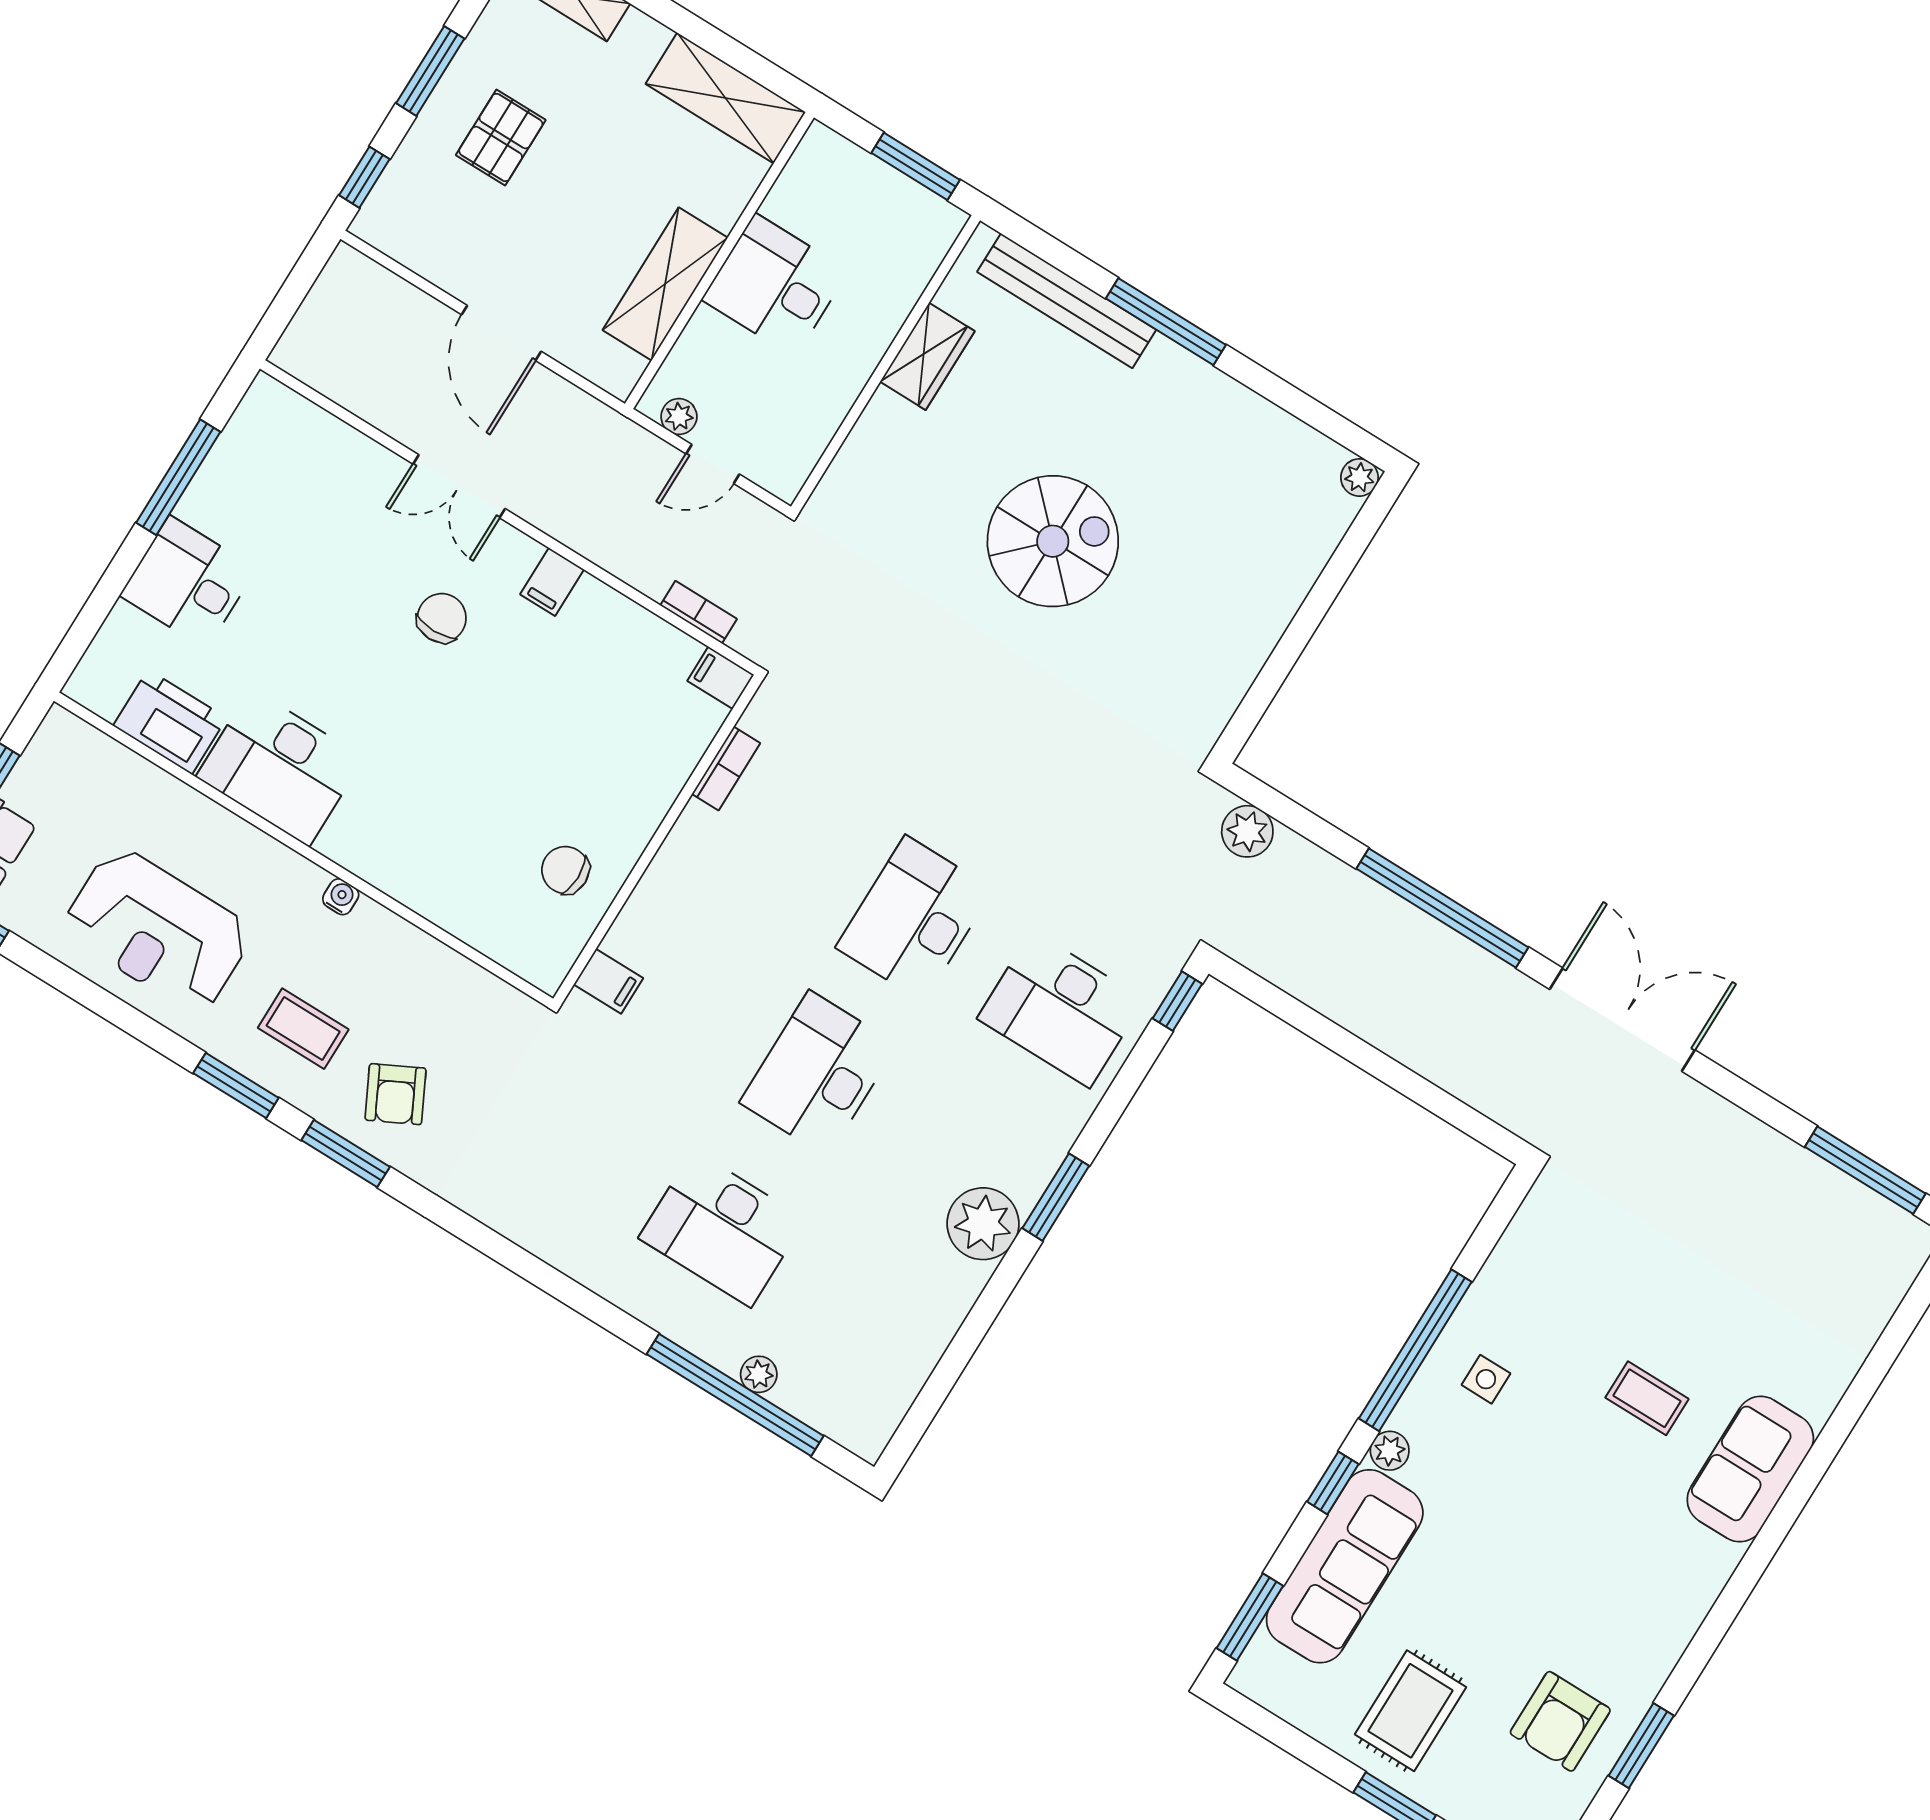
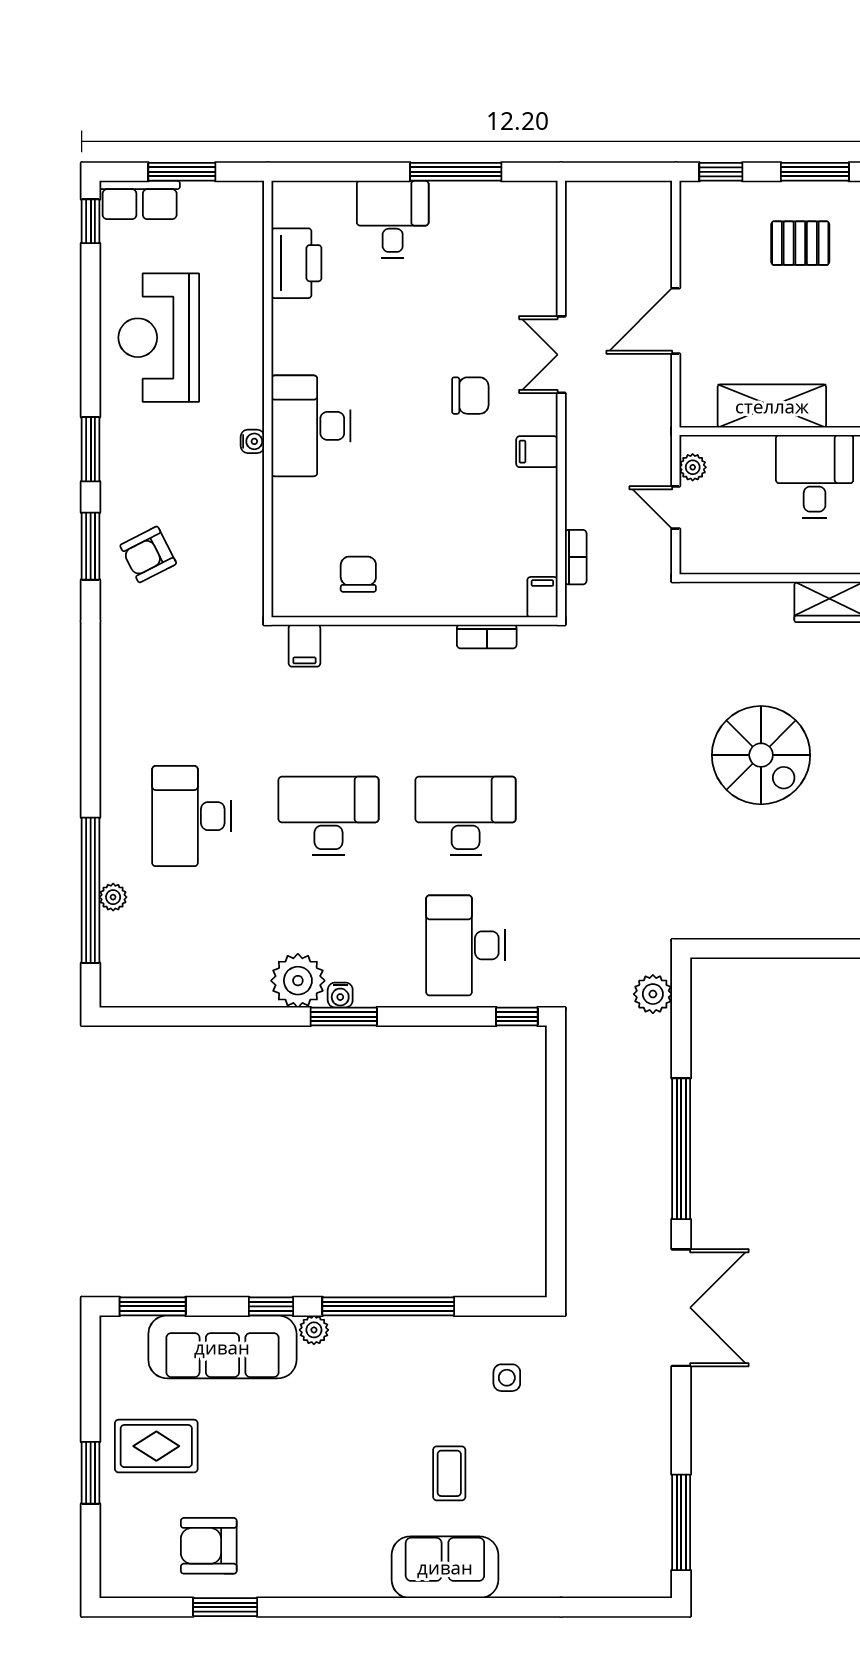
desk: (280, 767) -> (311, 426), moved
coffee table: (303, 1029) -> (153, 470), removed
water cooler: (1029, 1186) -> (340, 995), added
side table: (1486, 1379) -> (507, 1378), moved

